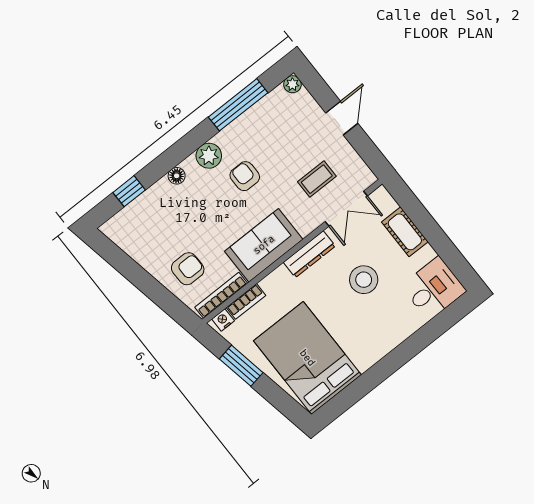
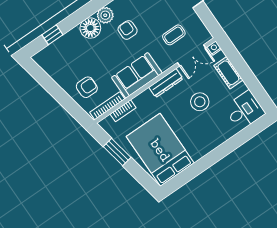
floor lamp: (177, 176) -> (90, 28), width x1.89, depth x1.89
nightstand: (223, 320) -> (214, 48), moved

